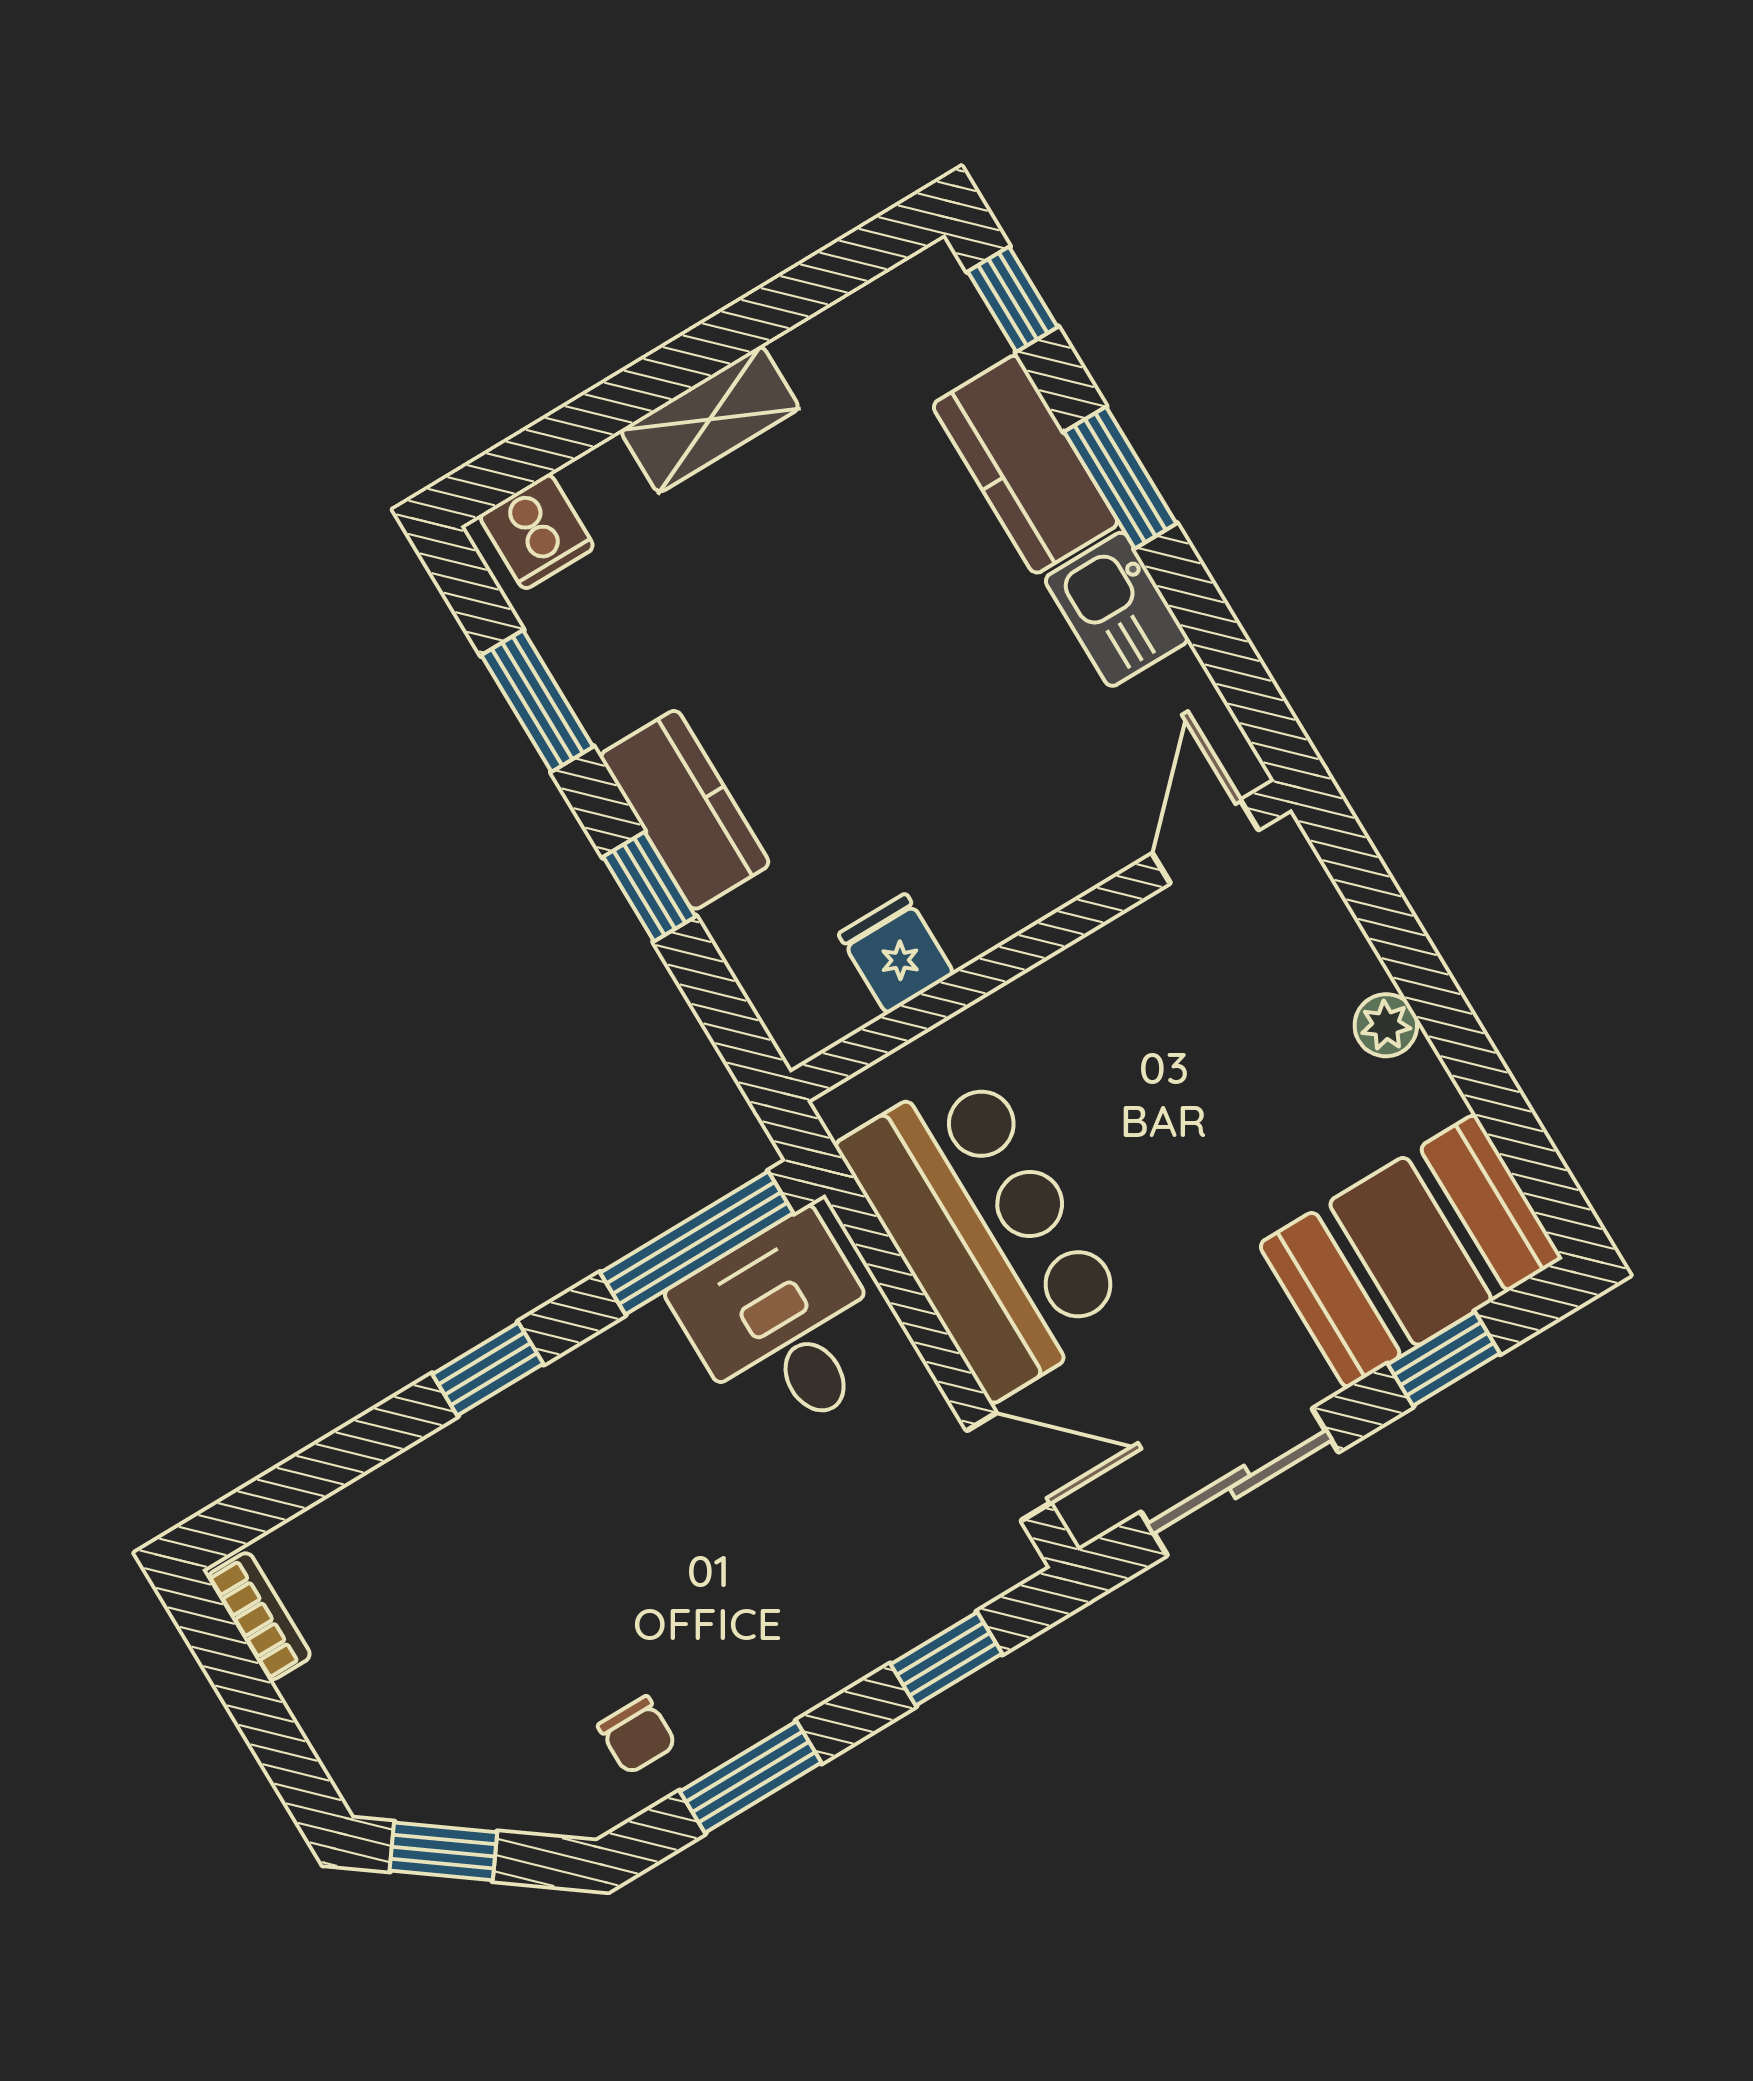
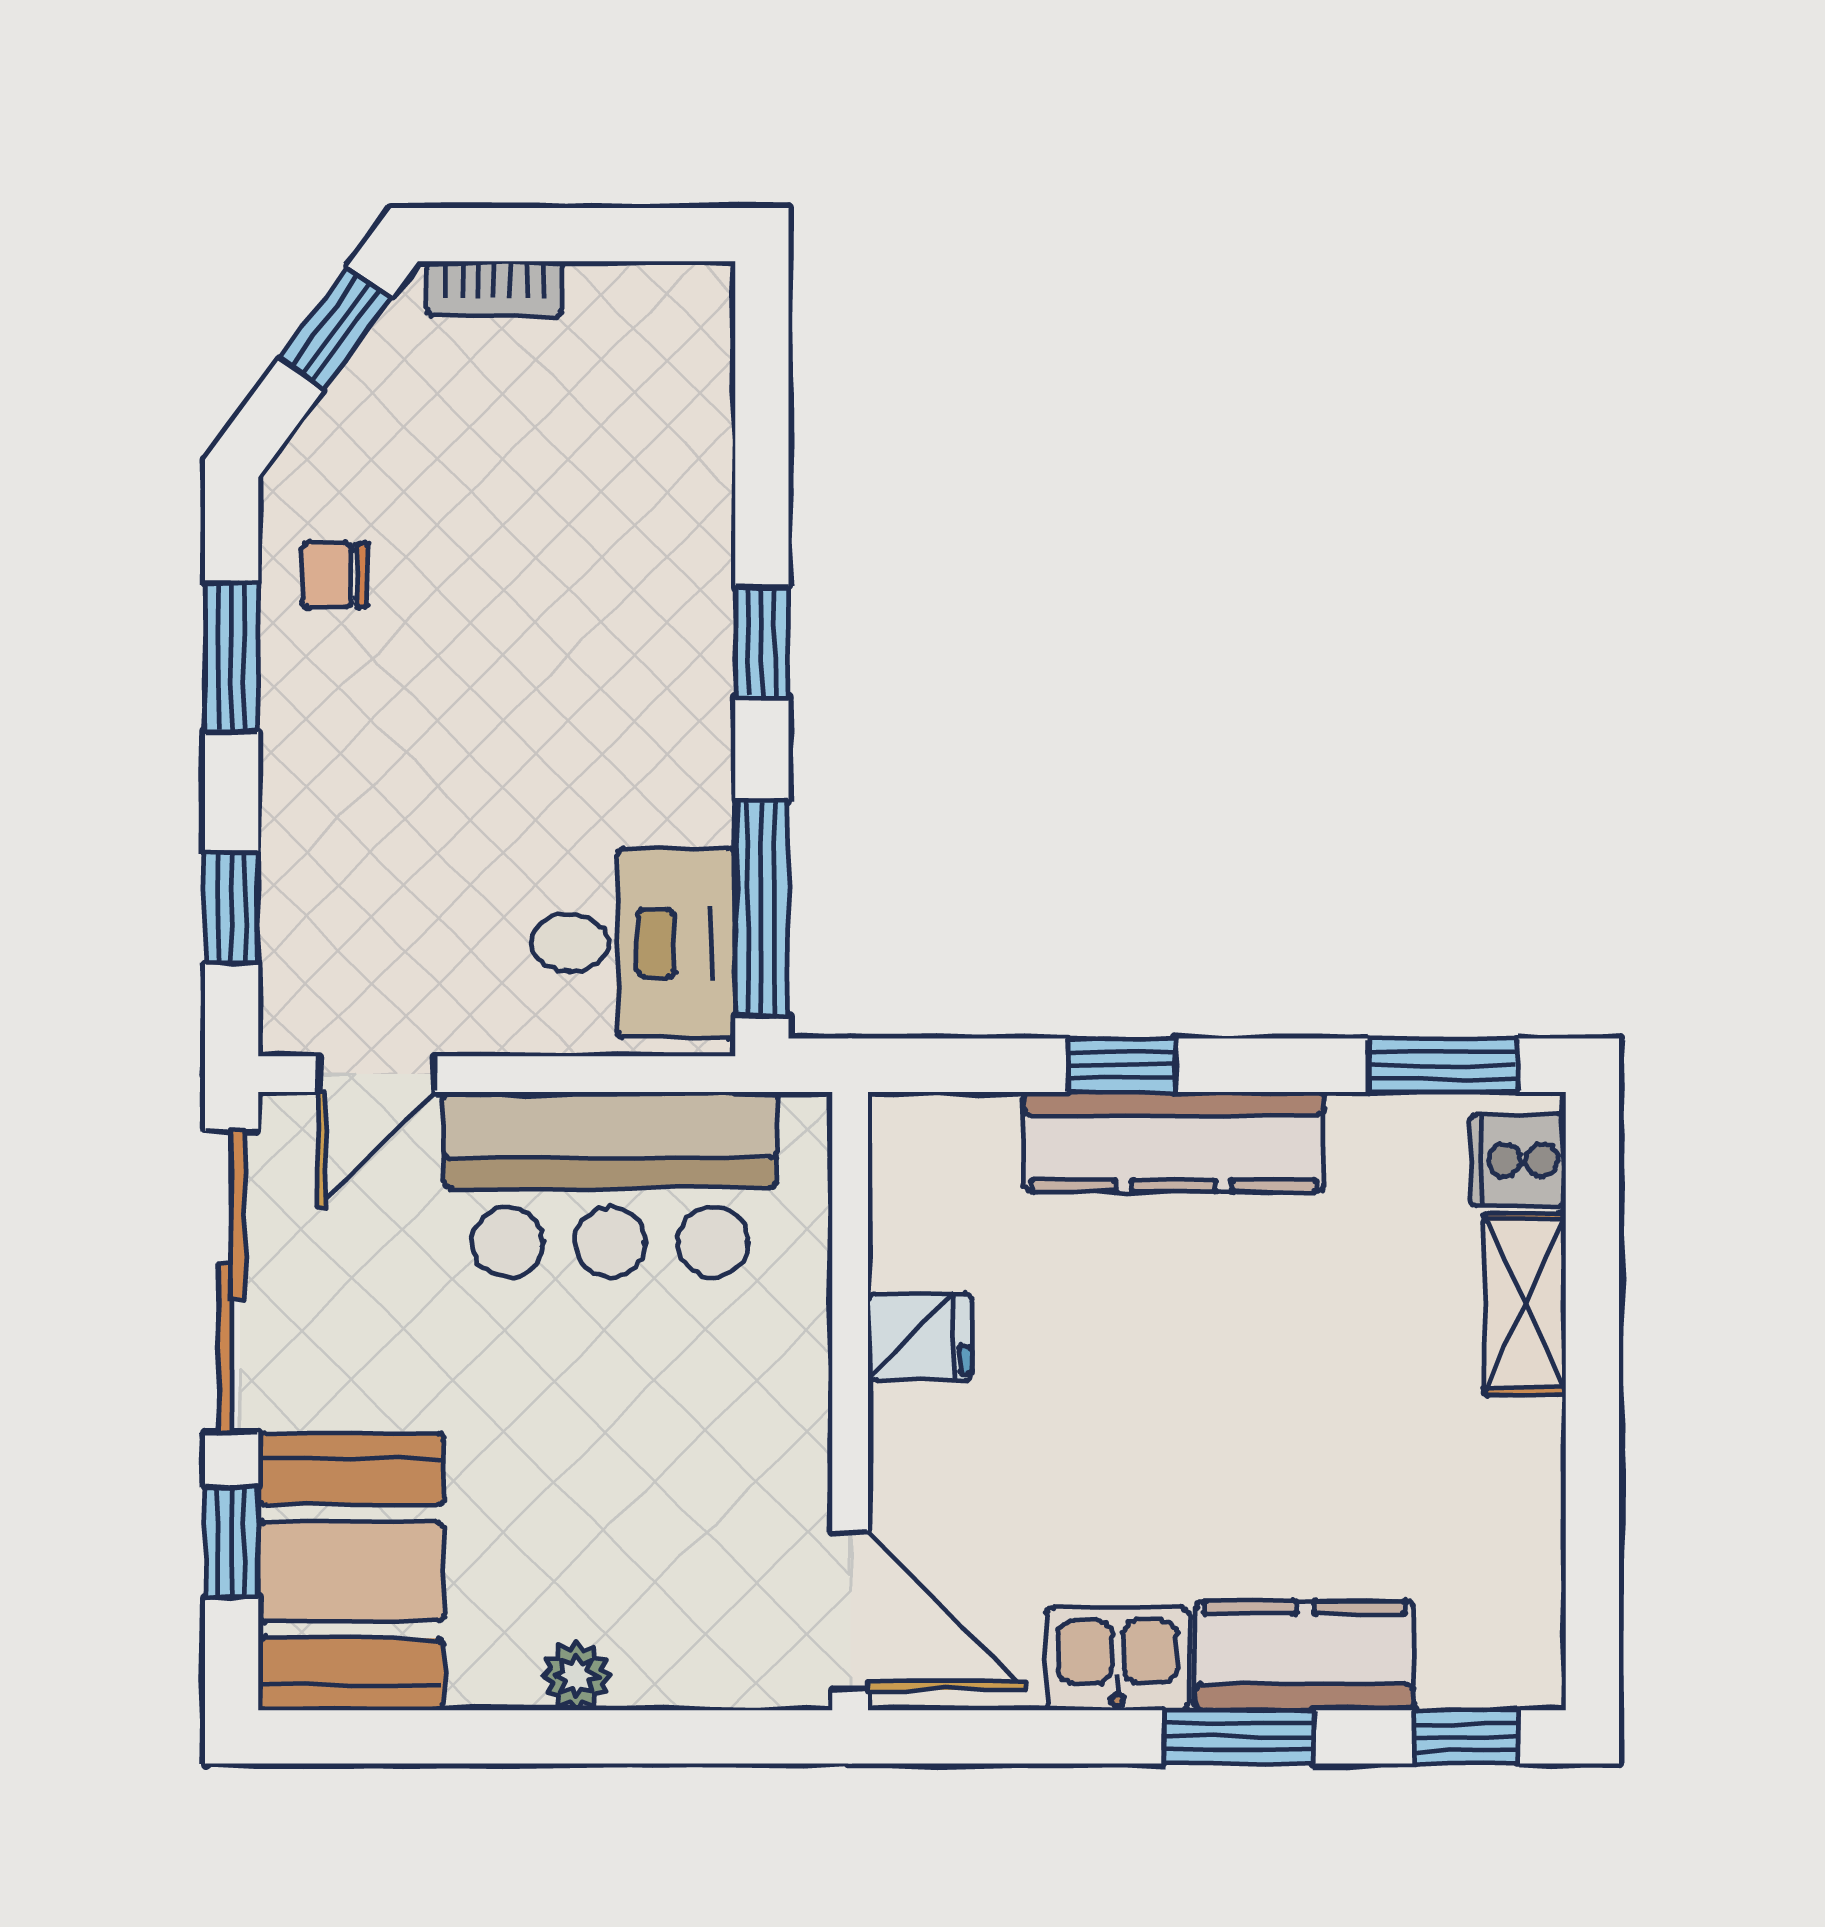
shelving: (710, 419) -> (1525, 1304), moved
window: (537, 701) -> (1443, 1065), moved
kitchen counter: (685, 810) -> (1174, 1142), width x1.50
door: (1205, 842) -> (850, 1611), width x1.37
fridge: (896, 954) -> (920, 1337), moved
sliding door: (1240, 1482) -> (232, 1282), width x1.37
bookcase: (259, 1616) -> (495, 288), moved

